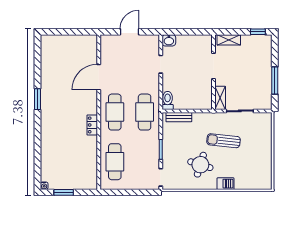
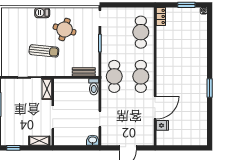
fridge: (91, 57) -> (162, 125), added
locker: (92, 125) -> (161, 16), moved

